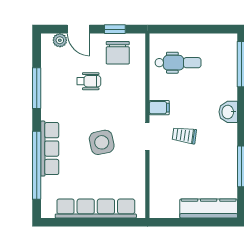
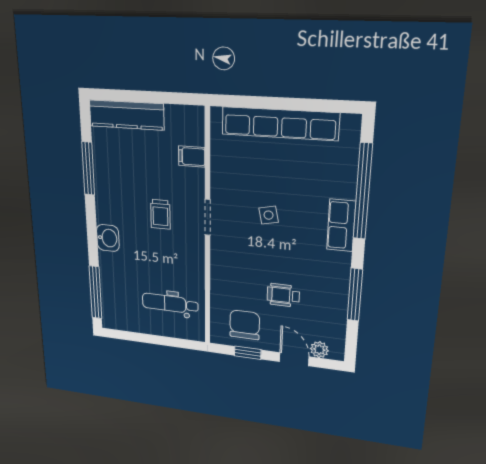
filing cabinet: (159, 108) -> (192, 156), moved
trolley: (184, 135) -> (160, 214), turned 82
side table: (102, 142) -> (269, 215), width x0.54, depth x0.54
row of seats: (50, 149) -> (341, 225), width x0.68

